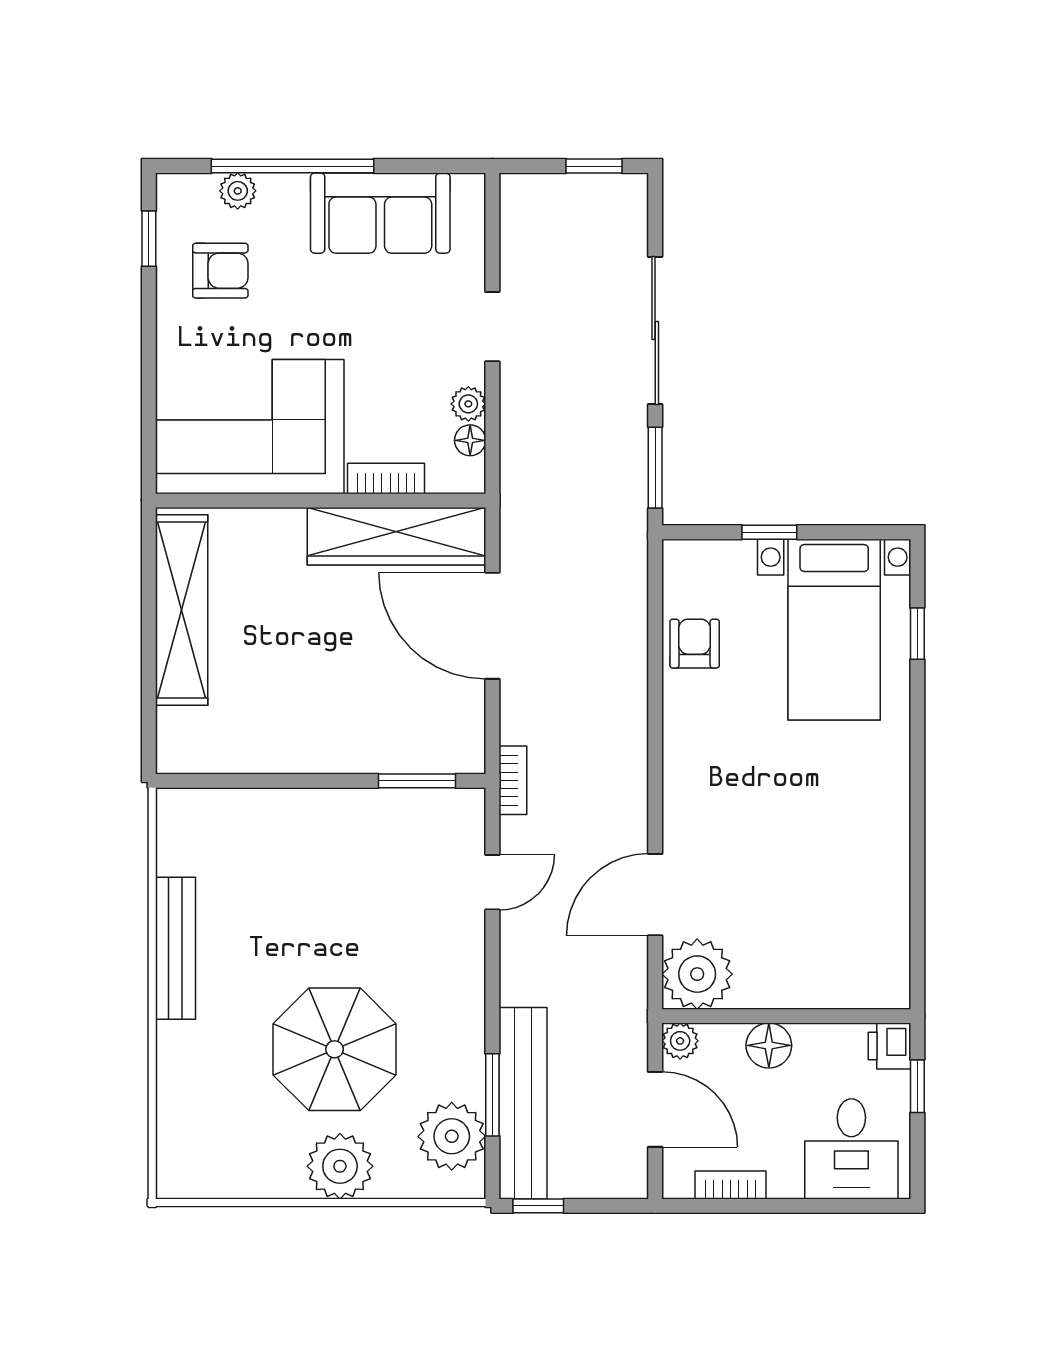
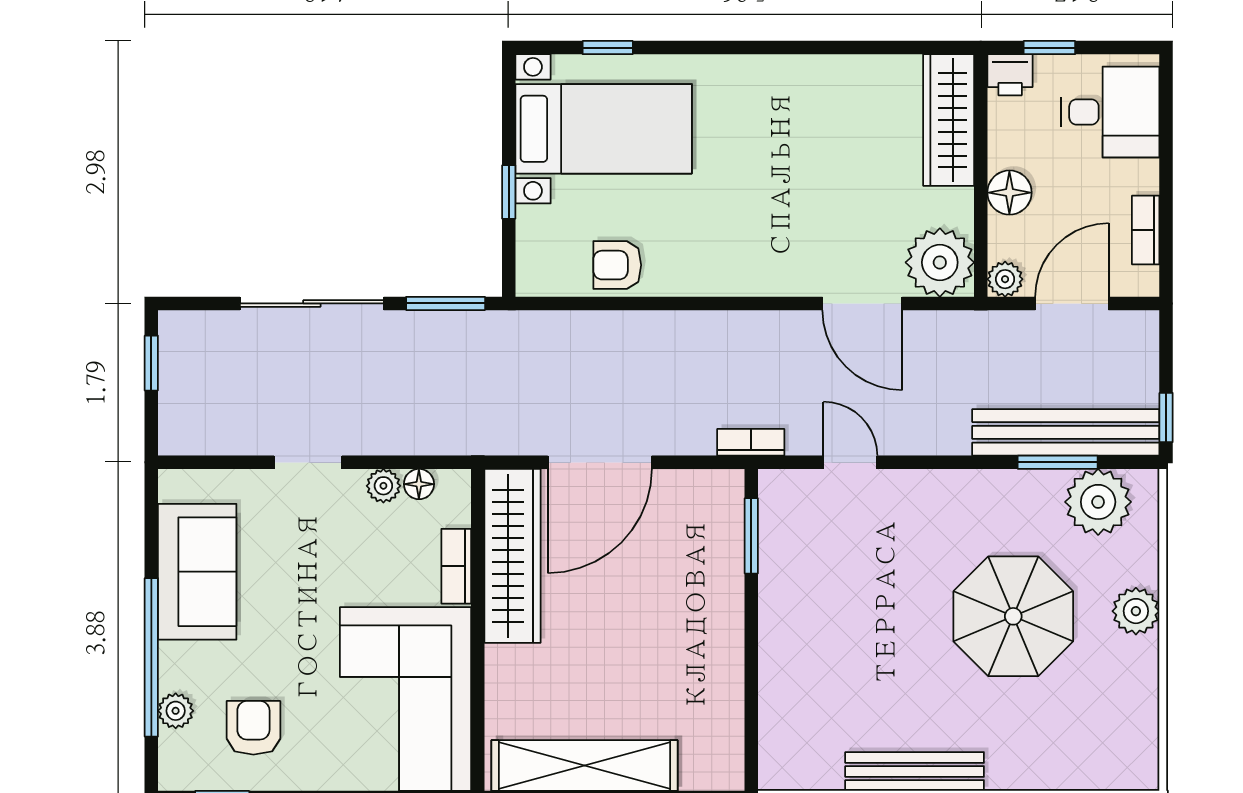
wardrobe: (843, 983) -> (949, 120), added
plant: (340, 1166) -> (1136, 611), width x0.73, depth x0.73

